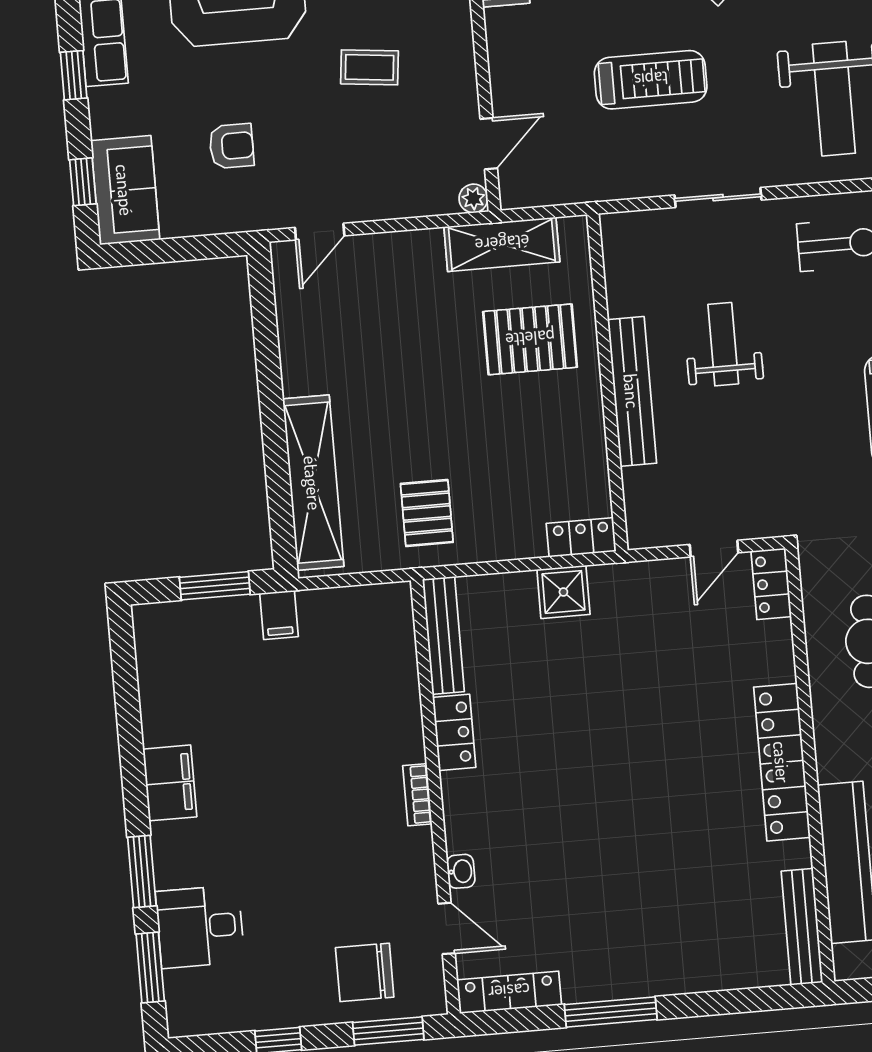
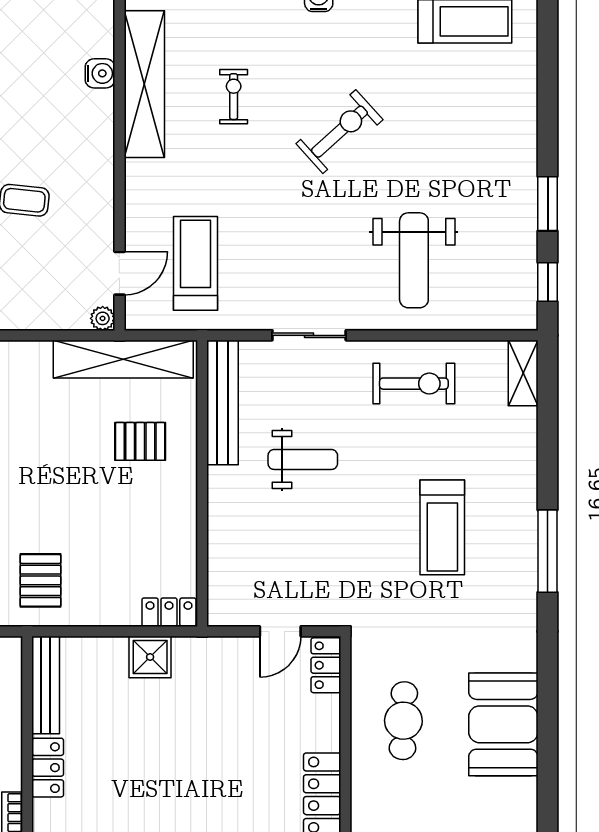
treadmill: (651, 80) -> (196, 263), moved, turned -90
shelving: (502, 244) -> (123, 359), width x1.47
pallet: (530, 339) -> (140, 441), width x0.67, depth x0.71
weight bench: (723, 344) -> (303, 459), turned 90
bench: (632, 391) -> (223, 403), moved

